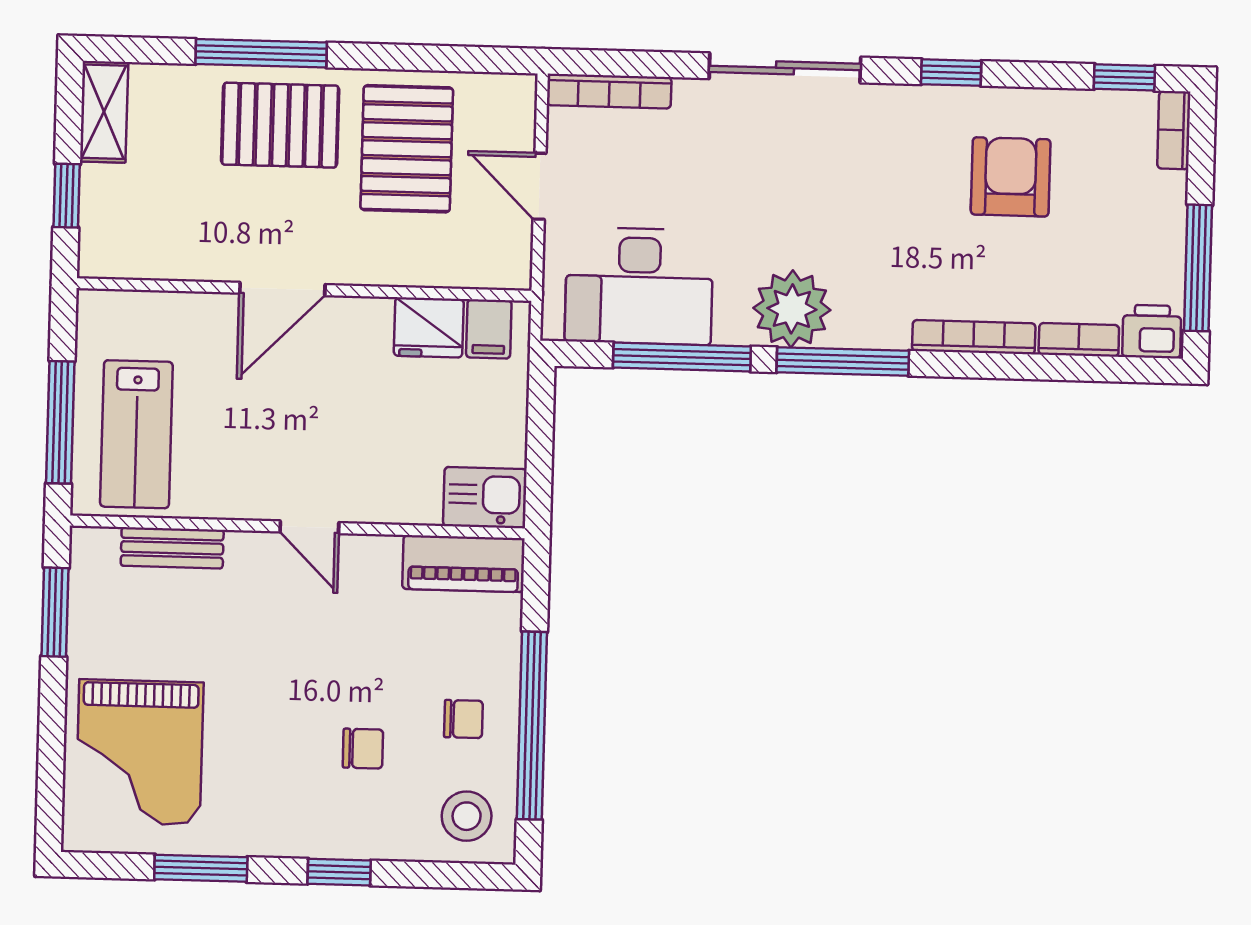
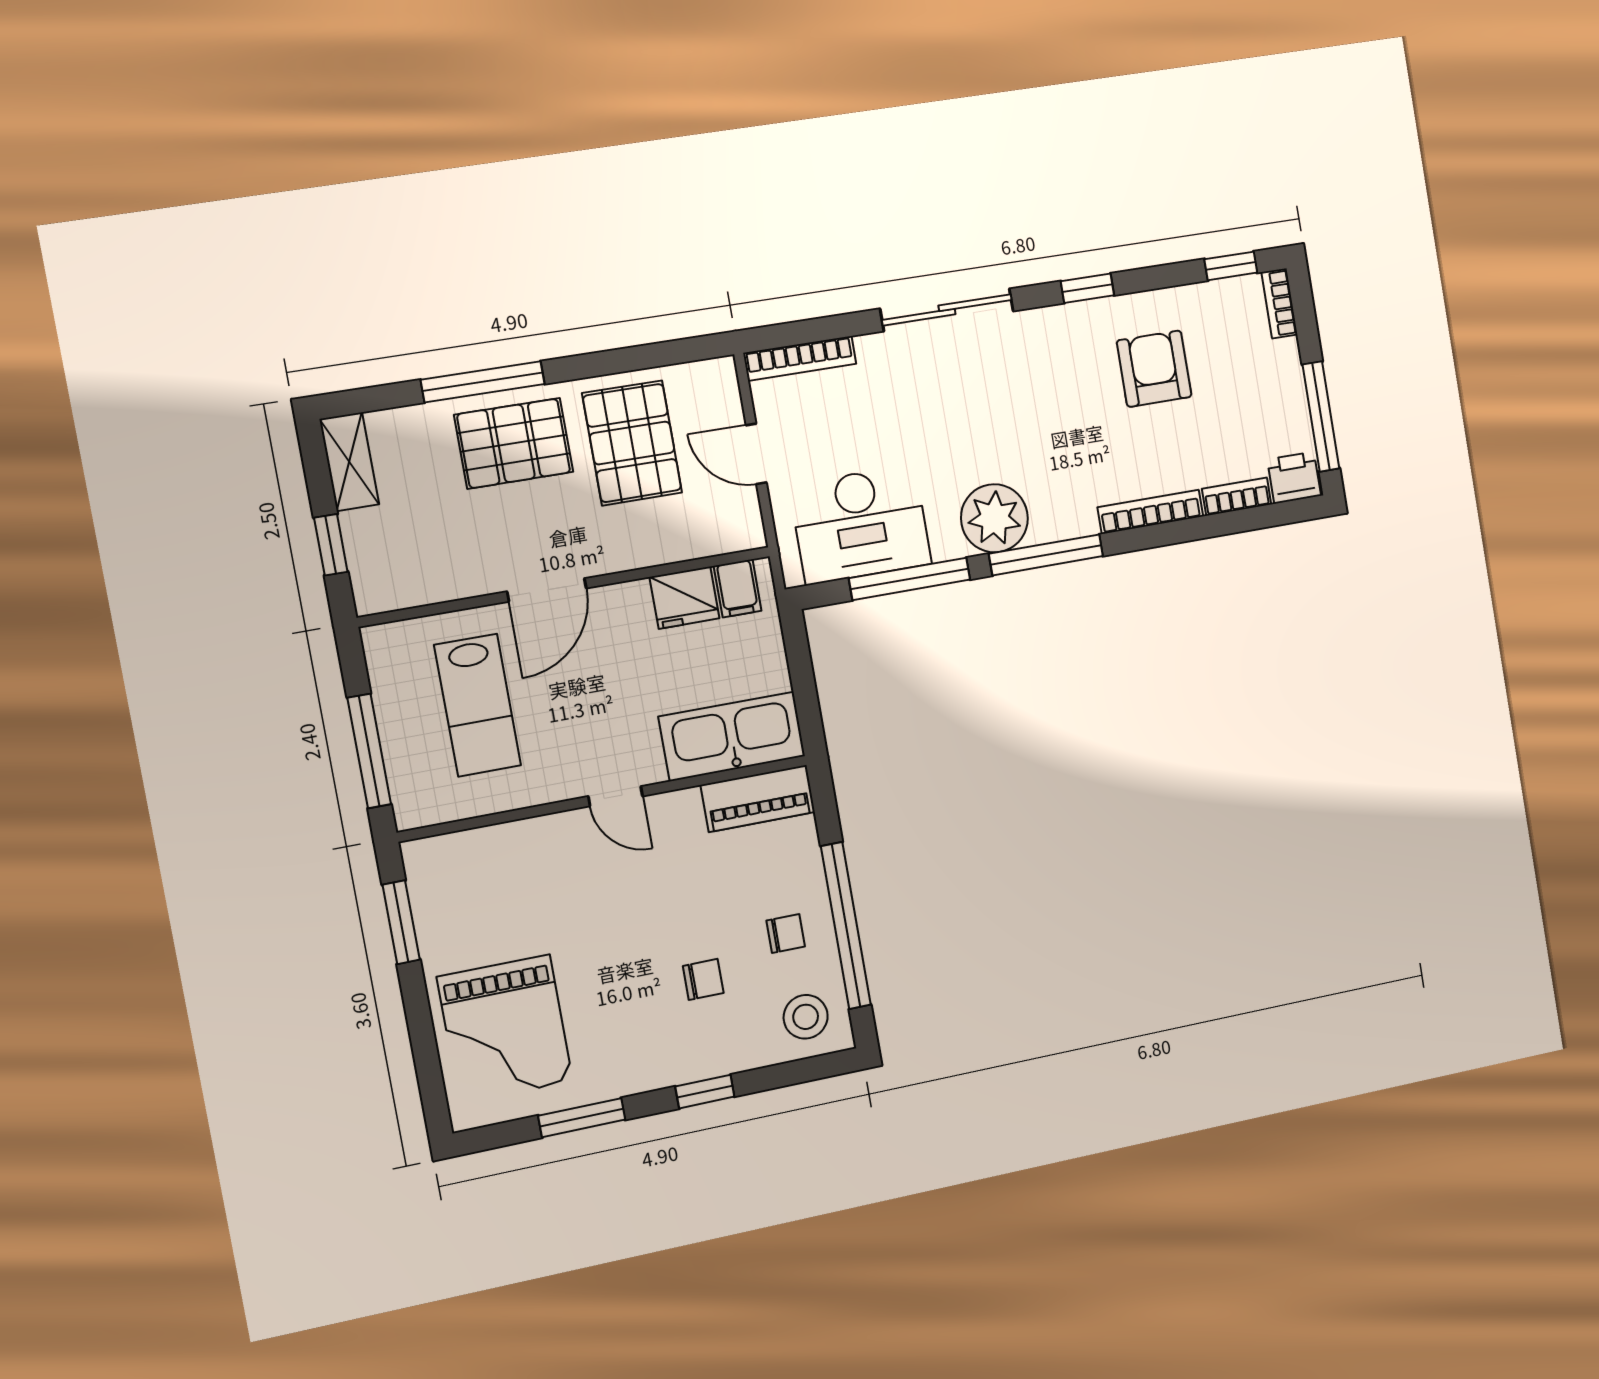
lab bench: (136, 434) -> (478, 705), moved
kitchen sink: (485, 497) -> (732, 736), width x1.88, depth x1.24
bench: (172, 548) -> (496, 841), removed

